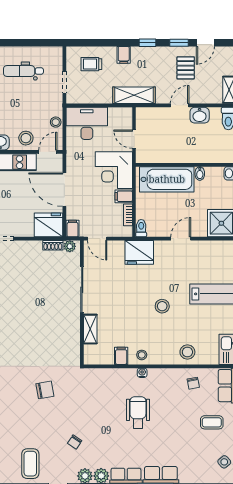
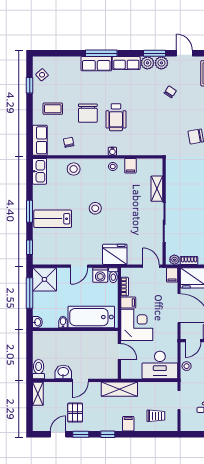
washing machine: (156, 228) -> (100, 275), added
chair: (171, 417) -> (88, 113), added

